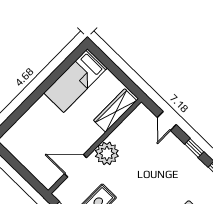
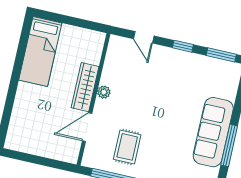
wardrobe: (115, 110) -> (85, 87), moved
plant: (107, 153) -> (104, 92), width x0.53, depth x0.53

